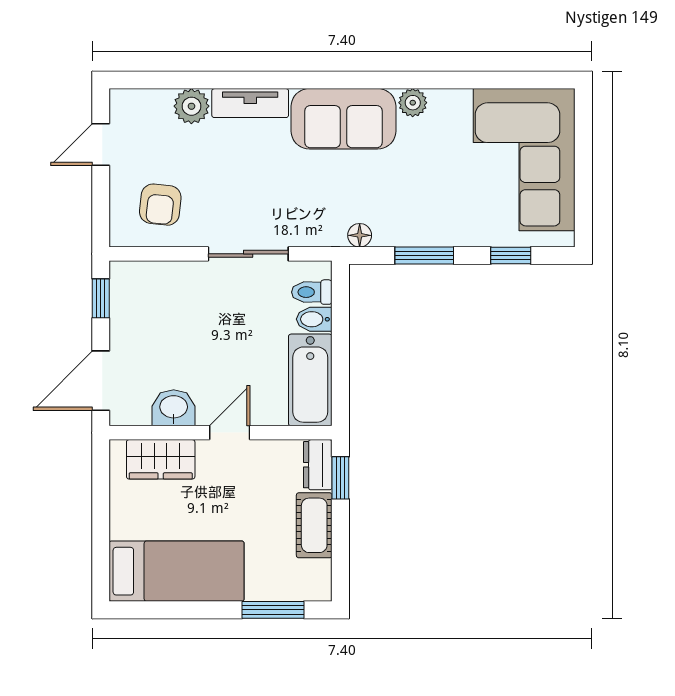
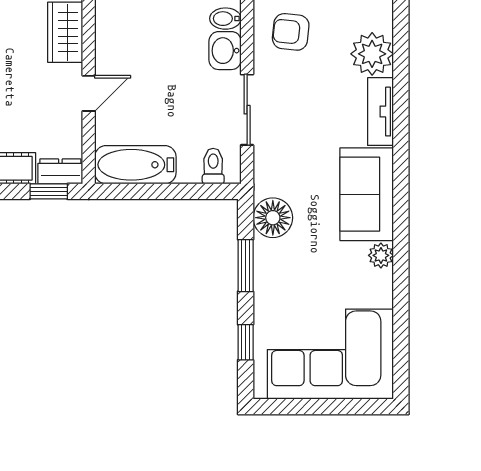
plant: (191, 106) -> (372, 54), width x1.36, depth x1.36
floor lamp: (360, 235) -> (273, 218), width x1.89, depth x1.89
bidet: (314, 319) -> (225, 19), moved, turned -90
washbasin: (174, 408) -> (225, 51), moved, turned 180
door: (230, 433) -> (89, 93), hinge flipped

